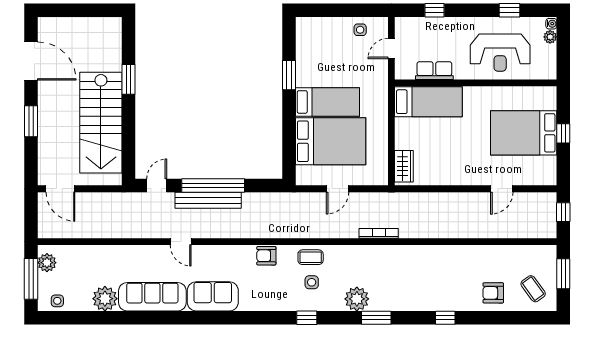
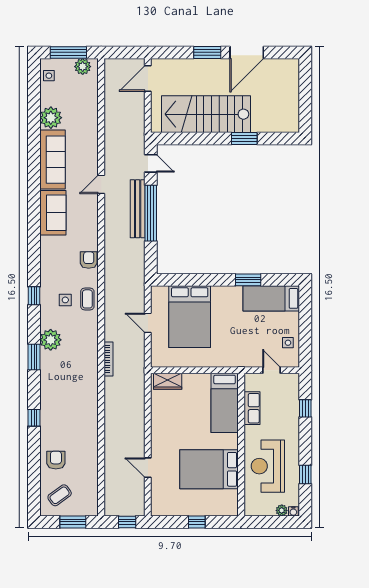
door: (31, 61) -> (247, 52), moved
bed: (327, 102) -> (271, 298), moved, turned 90
bed: (524, 133) -> (209, 469), moved, turned -90

